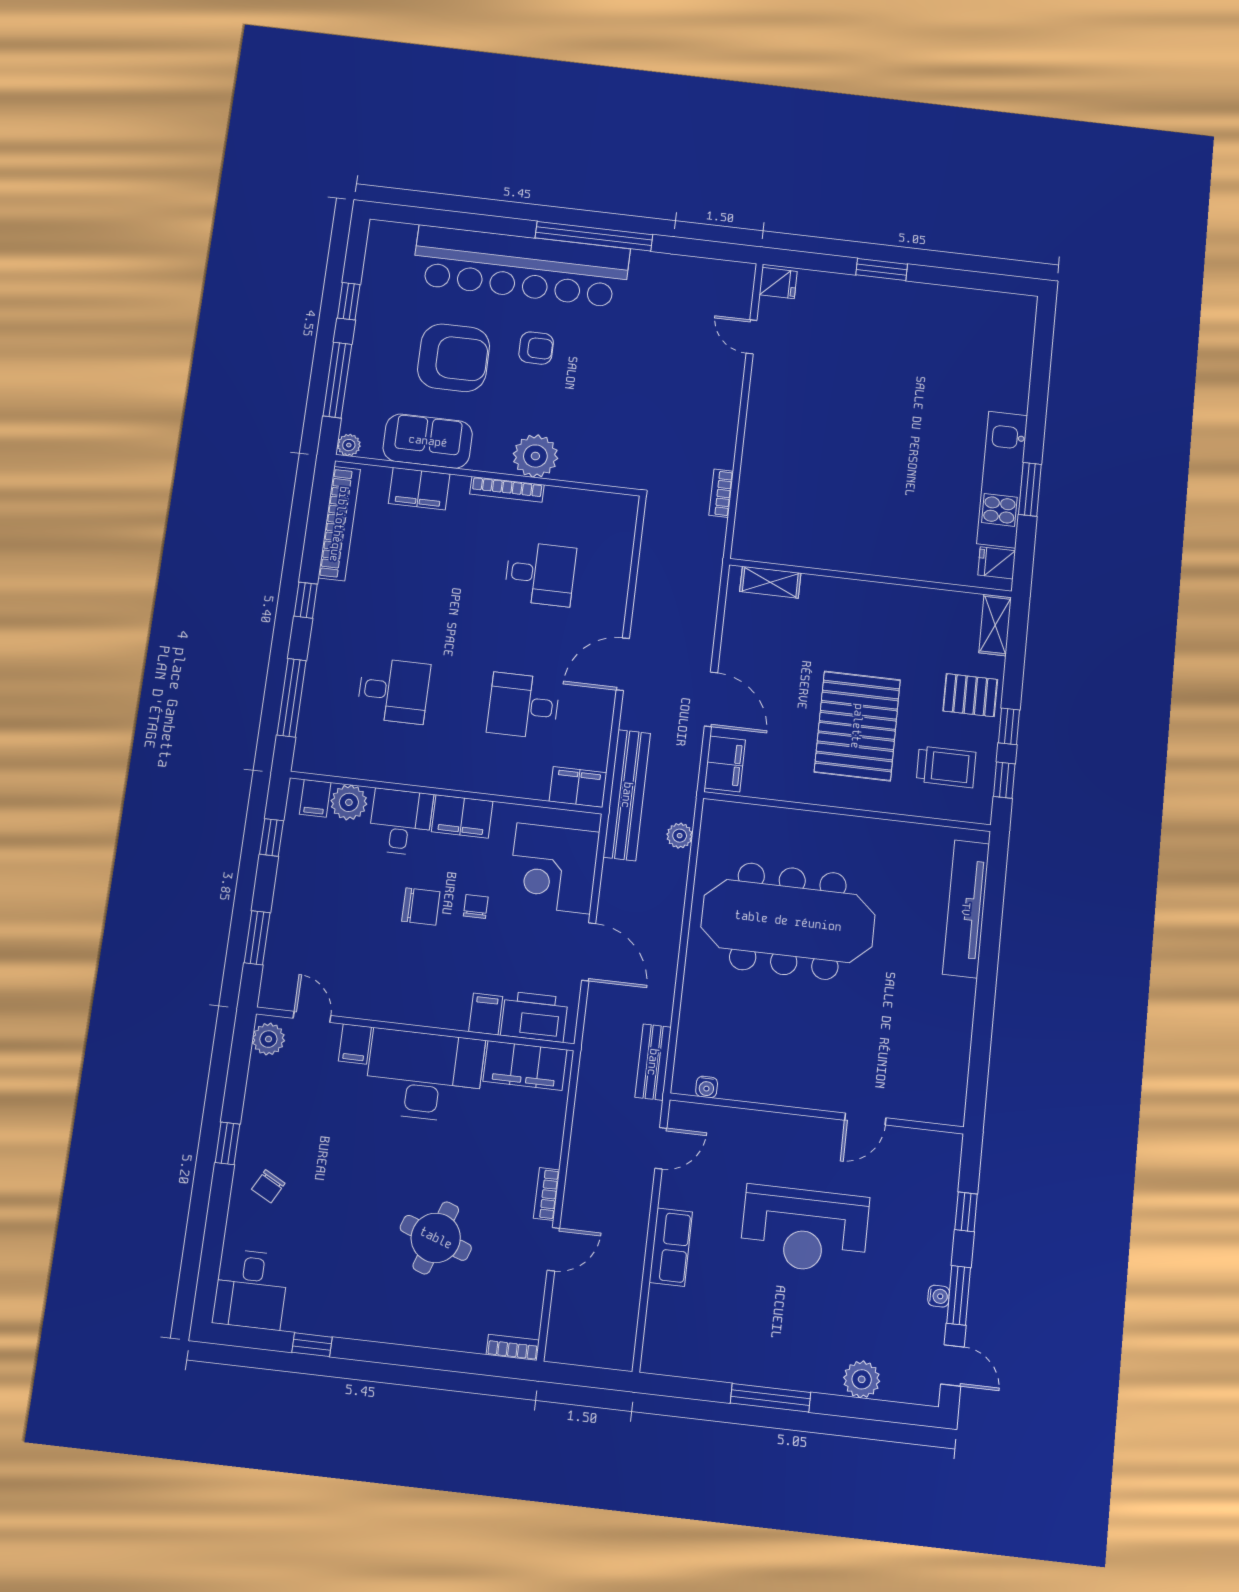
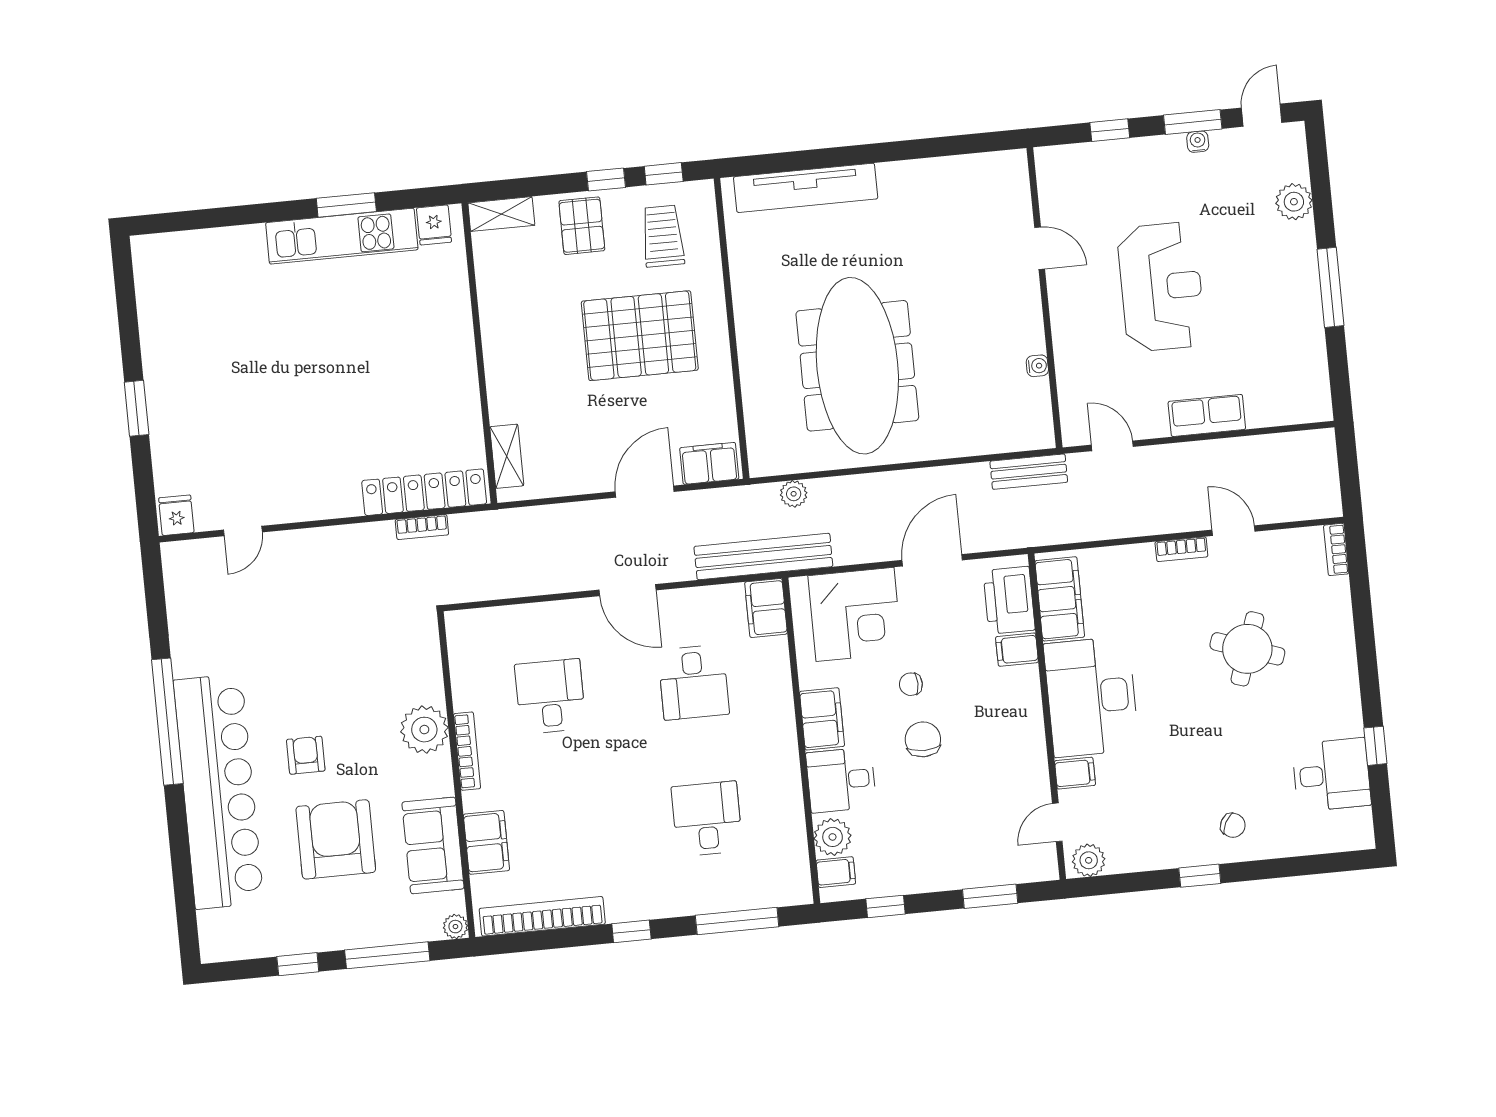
locker: (753, 502) -> (424, 492), added
water cooler: (707, 1087) -> (1037, 366), moved
desk: (251, 1290) -> (1331, 775), moved

